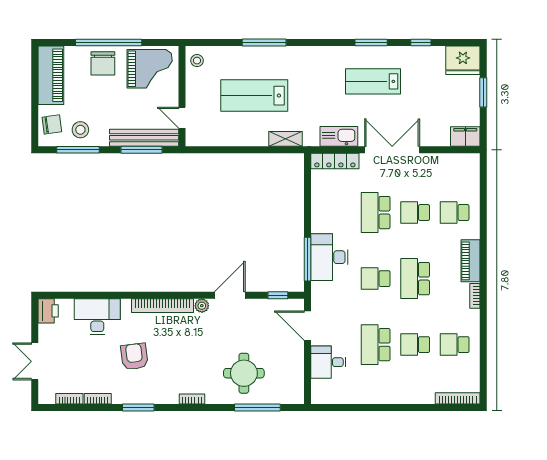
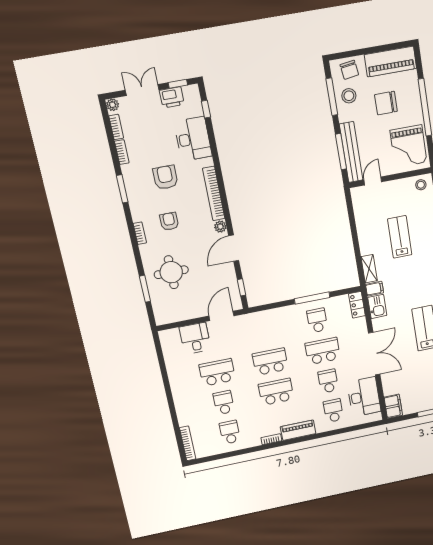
chair: (103, 63) -> (386, 103), moved
lab bench: (254, 96) -> (400, 237), width x0.73, depth x0.72
filing cabinet: (311, 136) -> (375, 289), added
kitchen sink: (339, 136) -> (377, 306), width x0.73
locker: (335, 161) -> (357, 305), width x0.66
school desk: (336, 213) -> (317, 320), added
desk: (329, 257) -> (364, 397), moved, turned 90
window: (308, 259) -> (312, 298), moved
school desk: (376, 279) -> (270, 362), width x1.85
window: (67, 295) -> (206, 109), added
door: (230, 295) -> (234, 248), swing flipped
printer: (48, 311) -> (172, 97), moved
window: (35, 321) -> (178, 84), added
armchair: (134, 357) -> (165, 177), turned -83
armchair: (185, 363) -> (169, 221), added
plant: (45, 397) -> (113, 105), added
window: (257, 407) -> (145, 289), width x0.69

